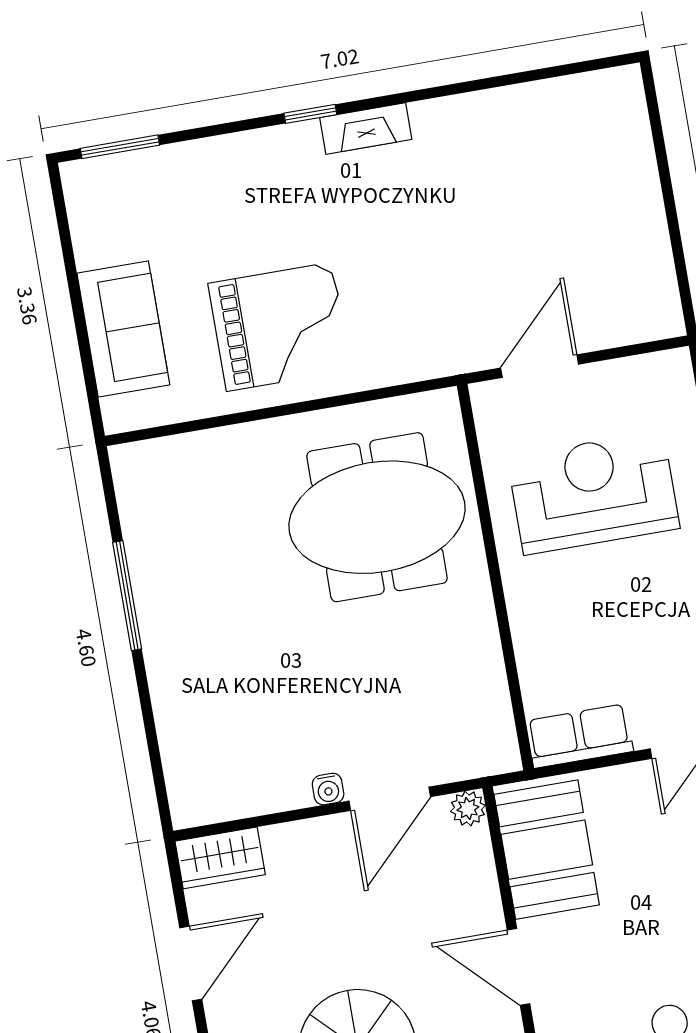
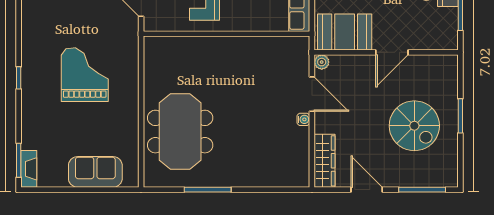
fireplace: (366, 129) -> (29, 169), moved
grand piano: (279, 327) -> (85, 75), moved
meeting table: (377, 517) -> (180, 132), moved
wardrobe: (220, 858) -> (324, 161), width x1.50

